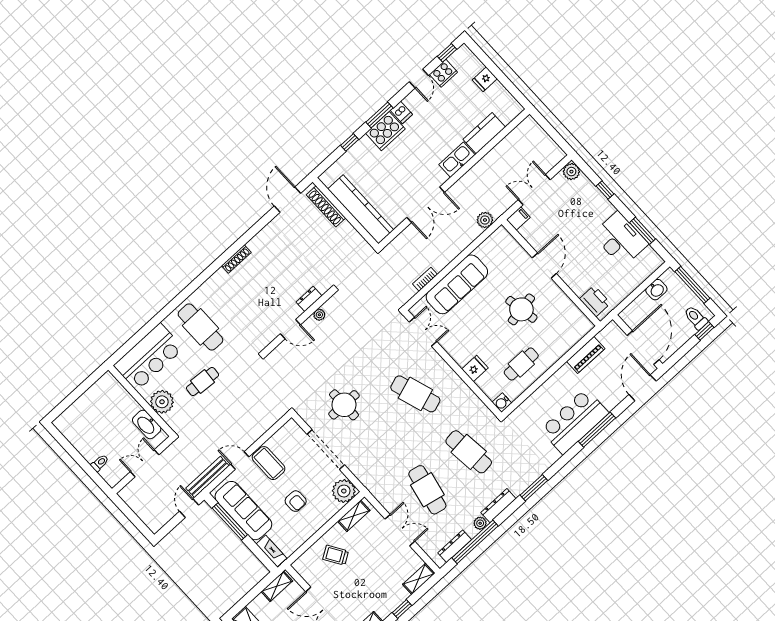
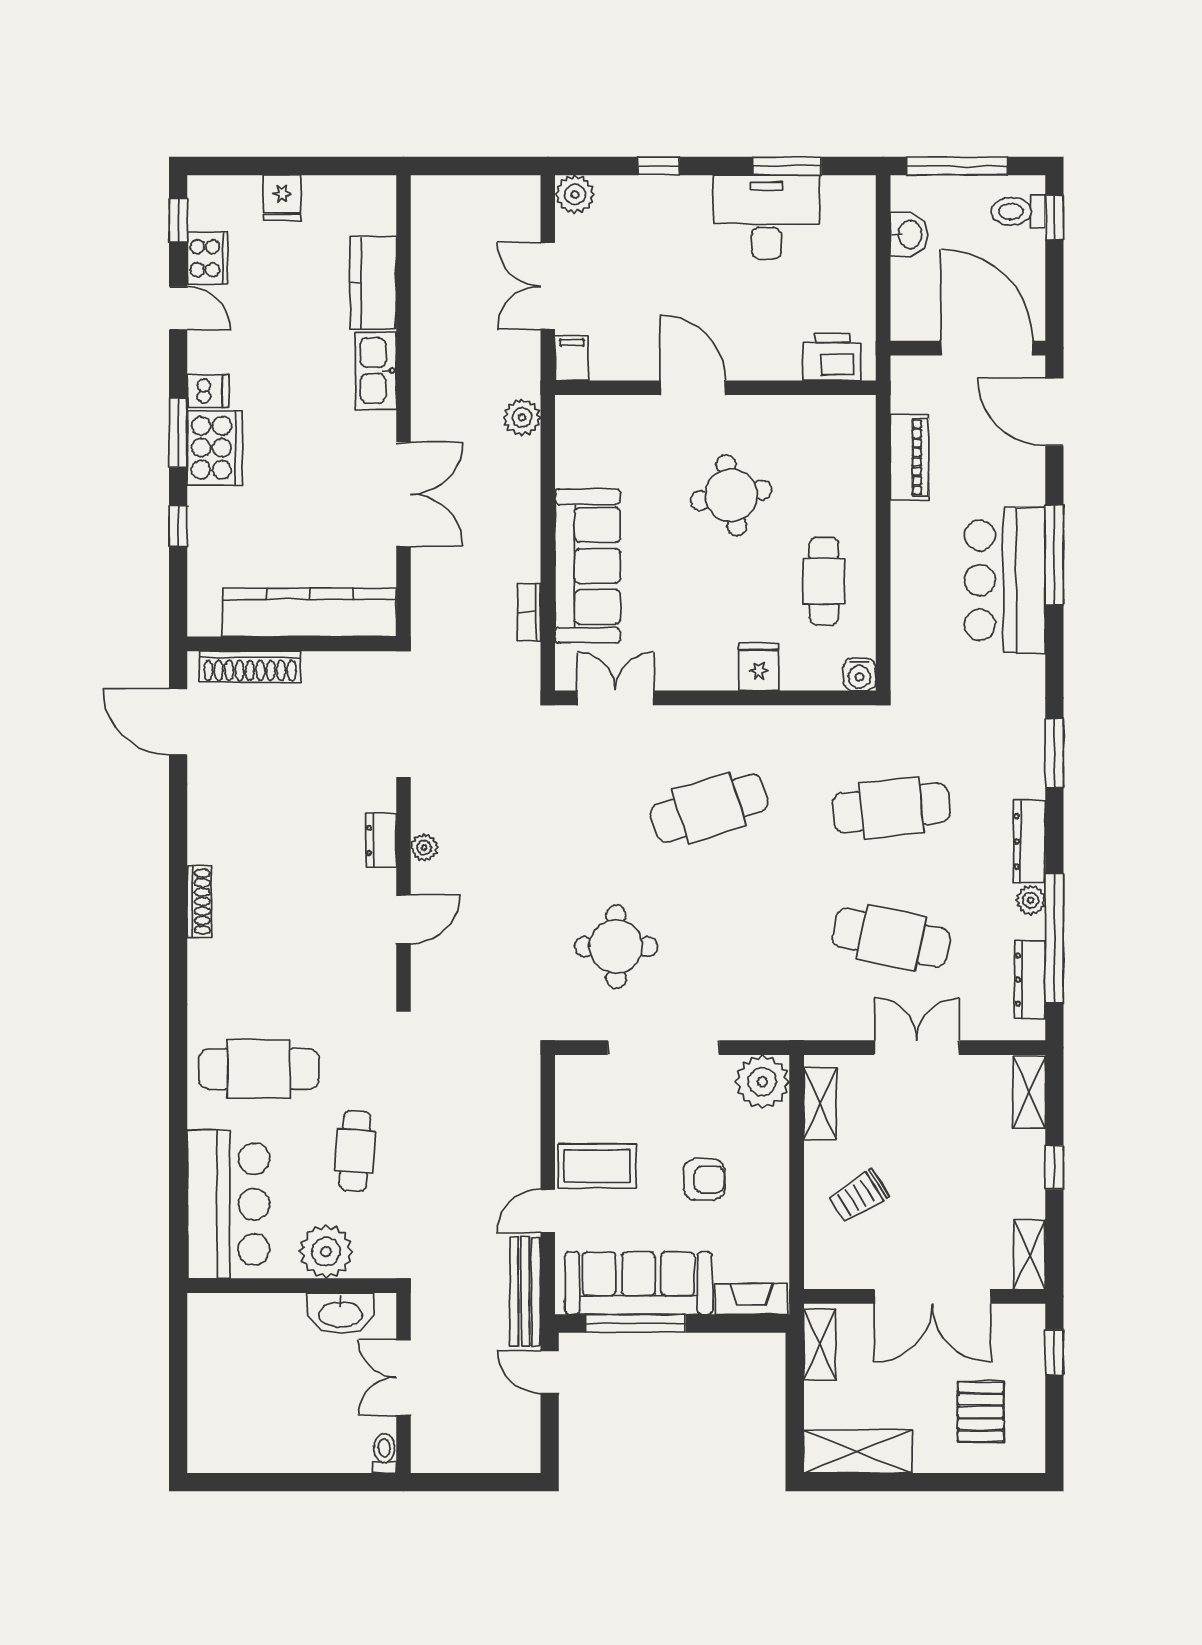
toilet: (100, 463) -> (384, 1453), moved

